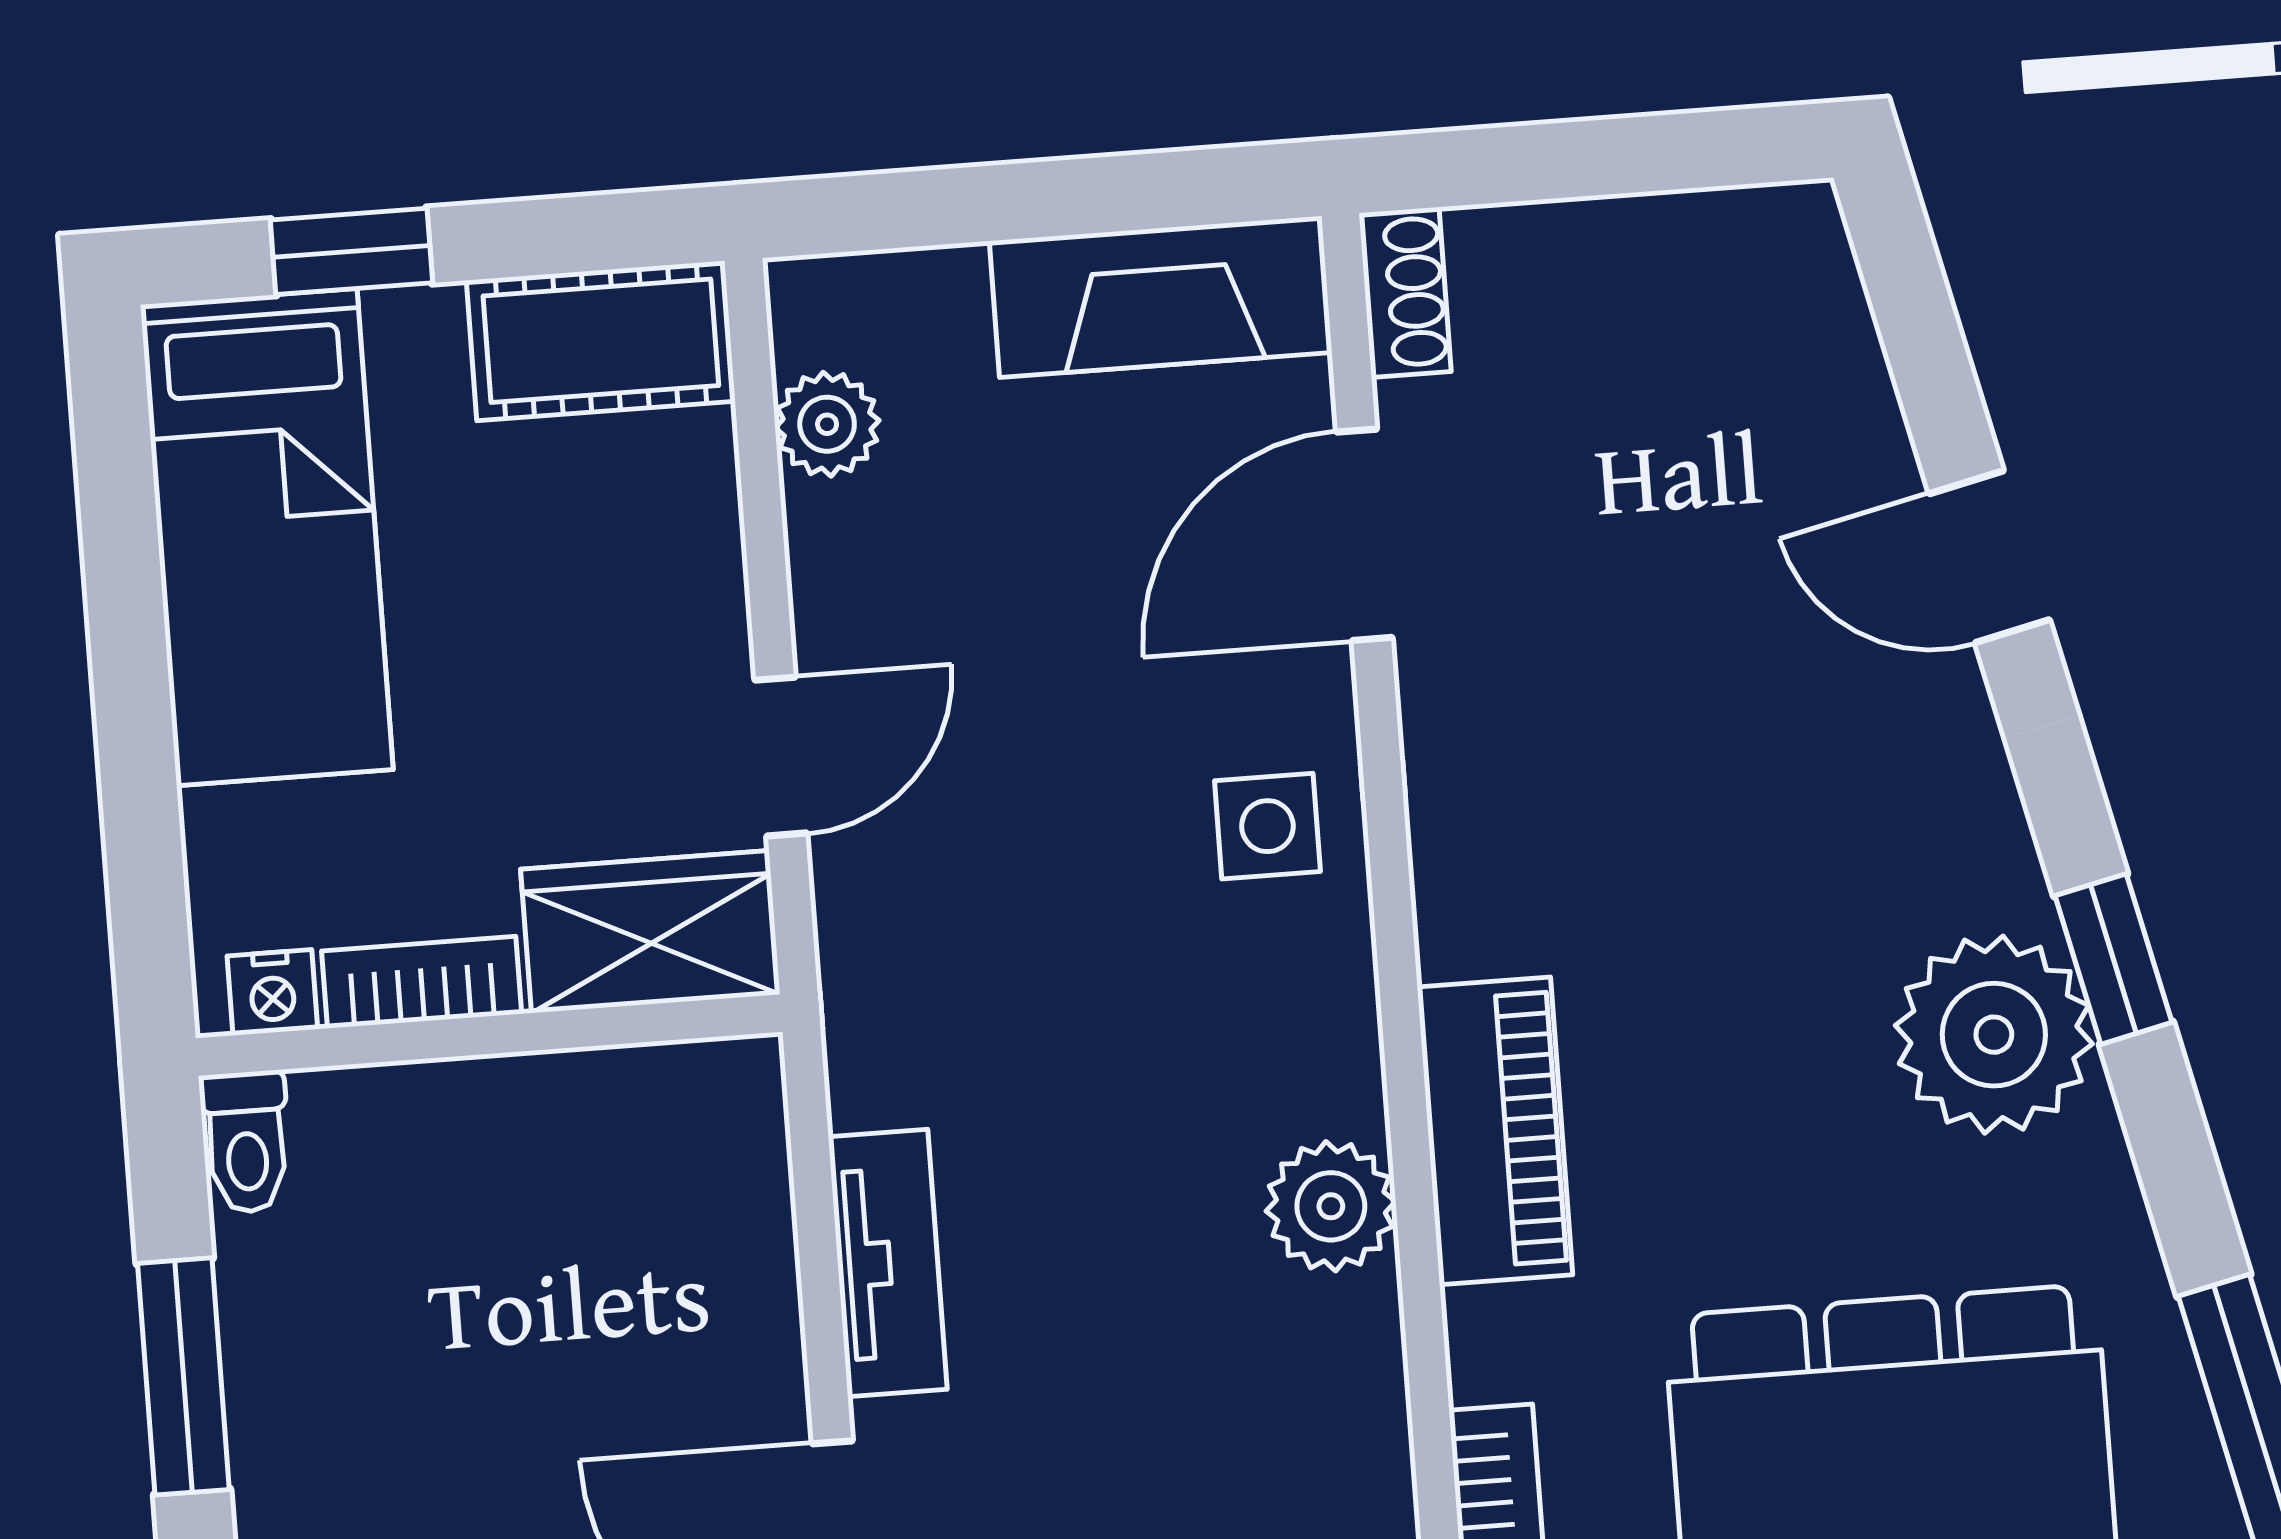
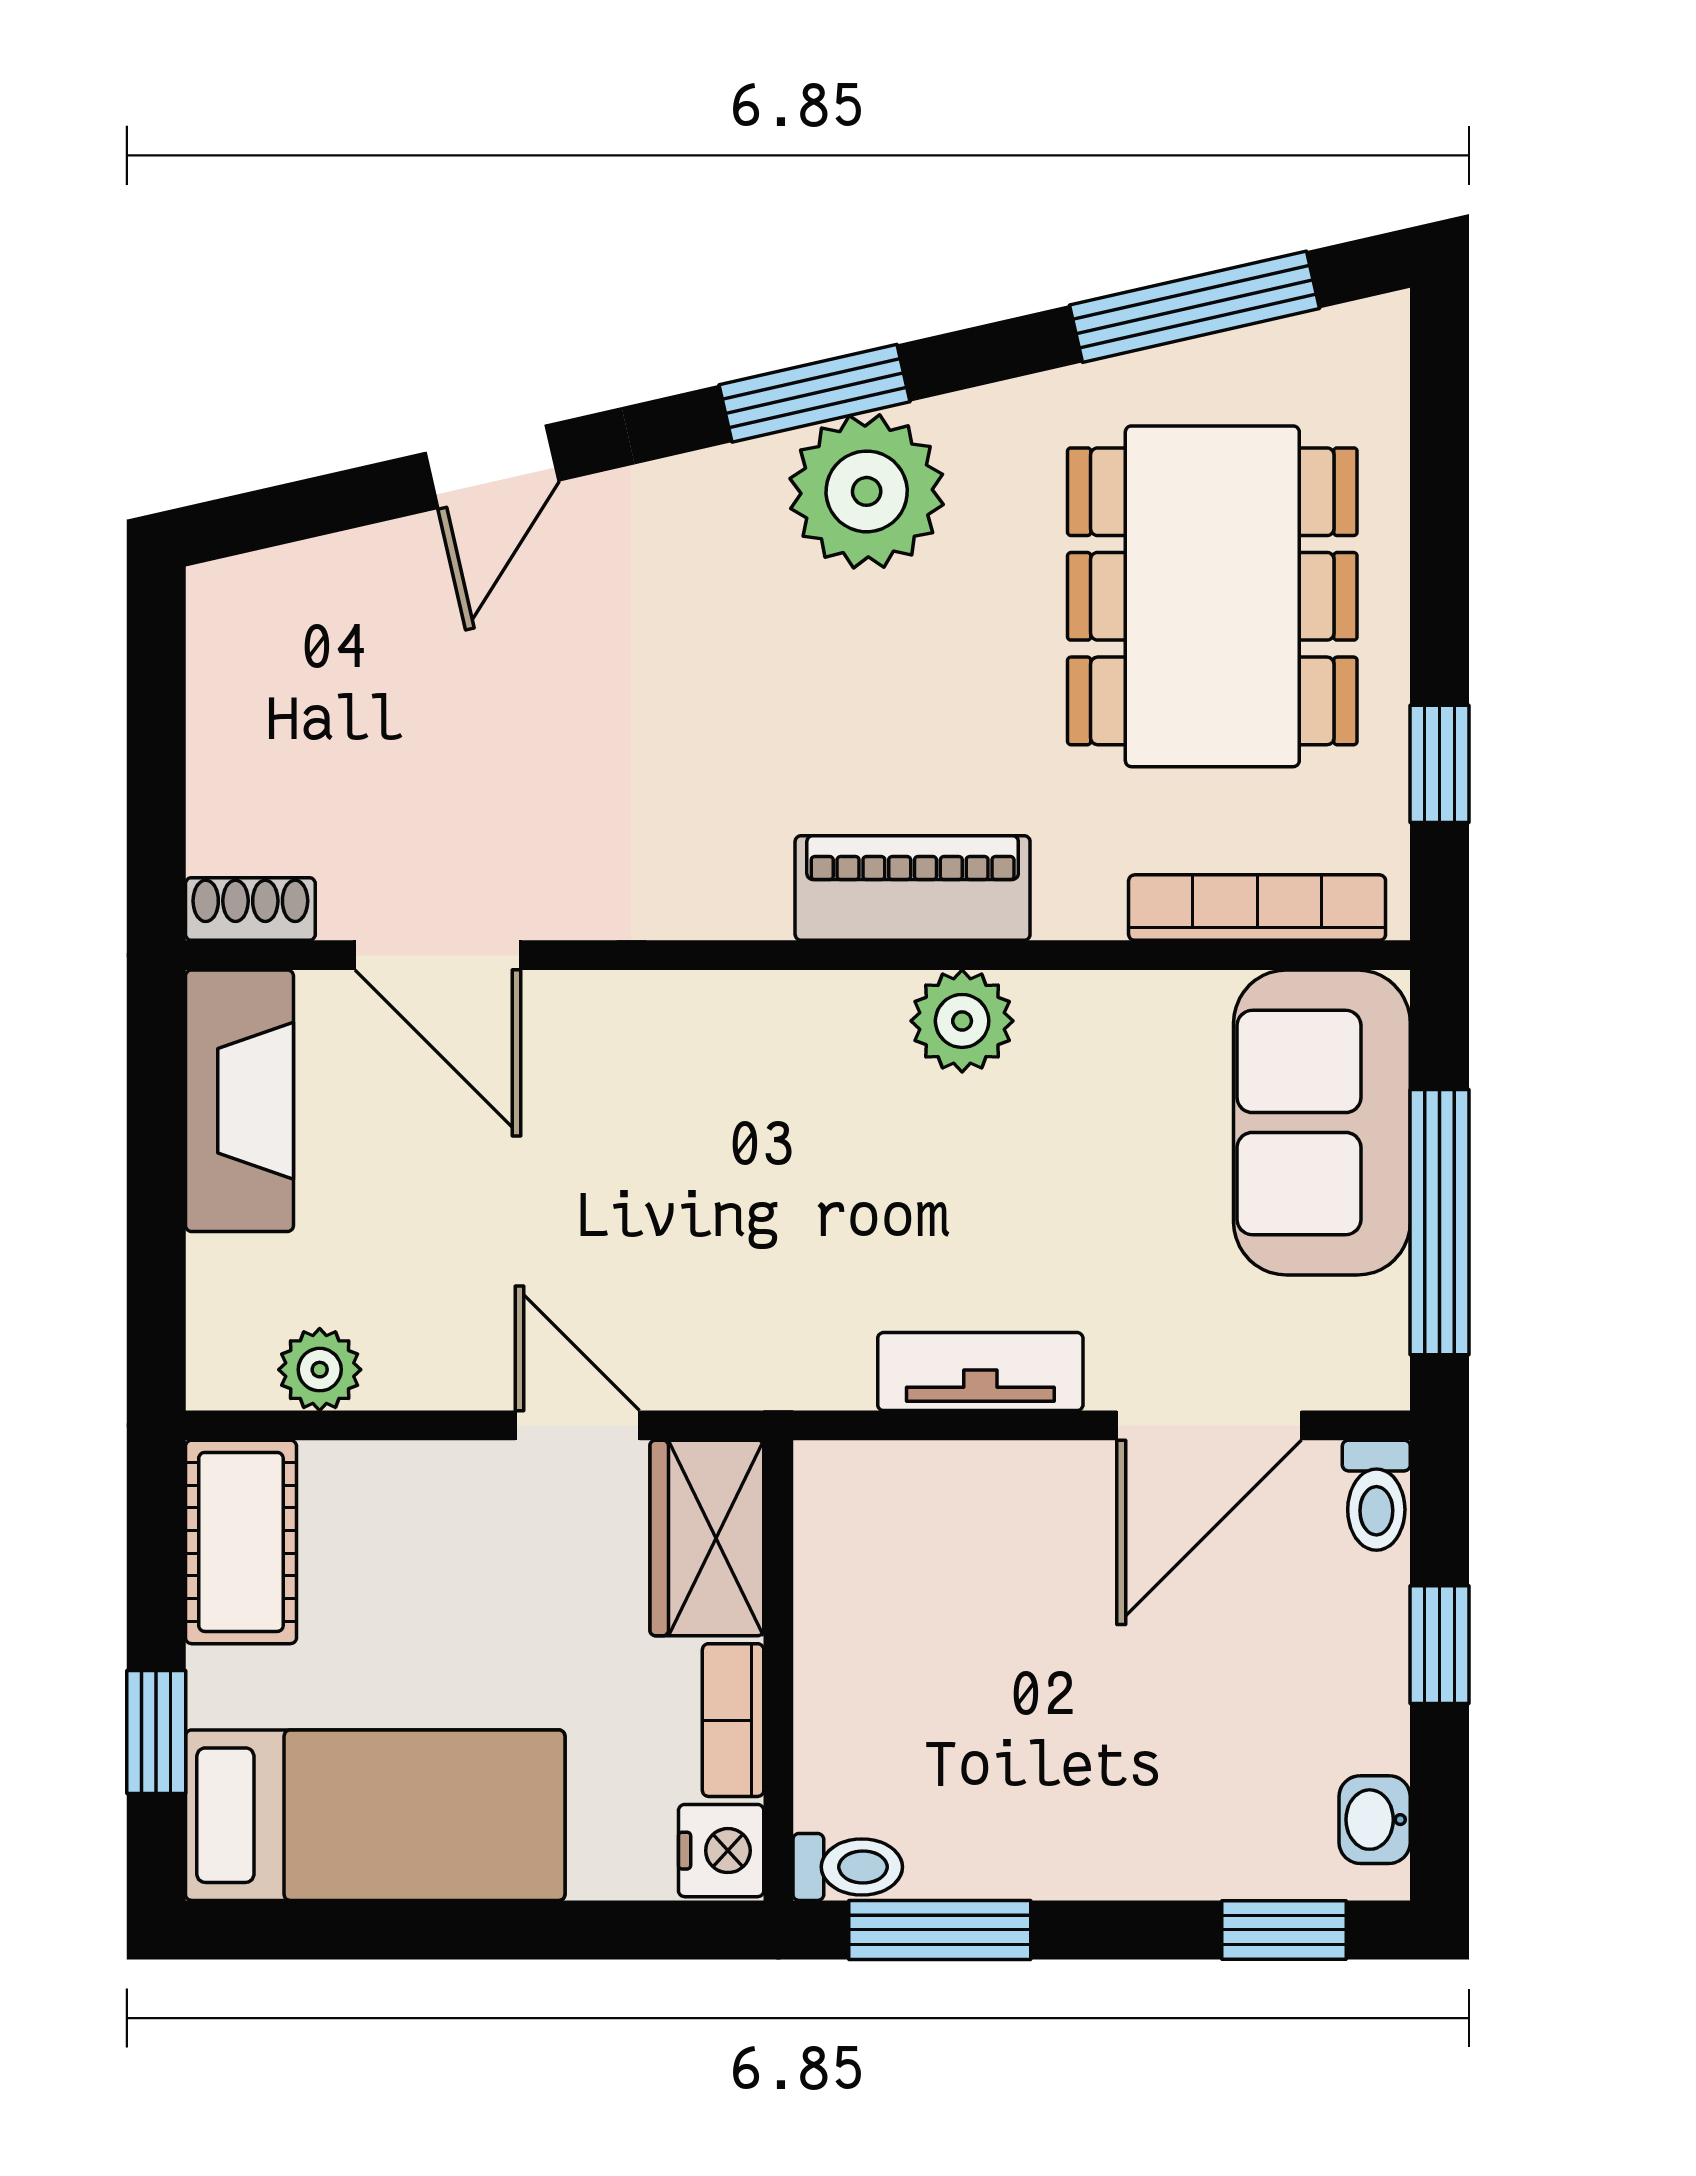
side table: (1267, 826) -> (660, 1048), removed
window: (2113, 959) -> (814, 393), width x1.50
nightstand: (272, 992) -> (721, 1851), width x1.39, depth x1.35
window: (183, 1376) -> (940, 1930), moved

